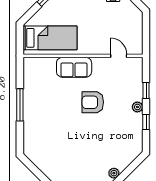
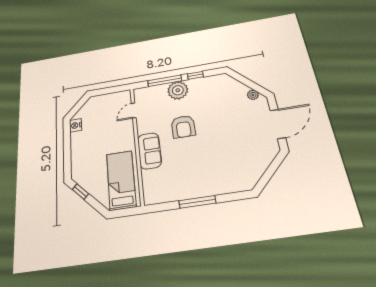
window: (146, 91) -> (165, 81), width x2.17
plant: (137, 107) -> (178, 90), width x1.87, depth x1.87

